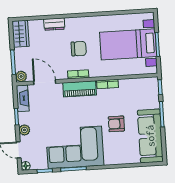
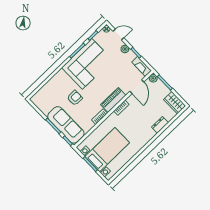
chair: (79, 49) -> (134, 123), removed
door: (45, 82) -> (137, 87), hinge flipped
sofa: (150, 136) -> (66, 125), moved

